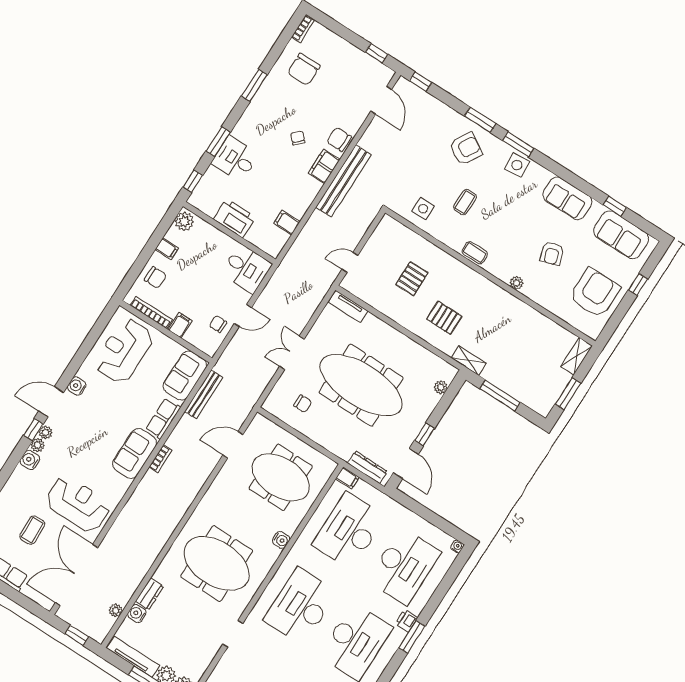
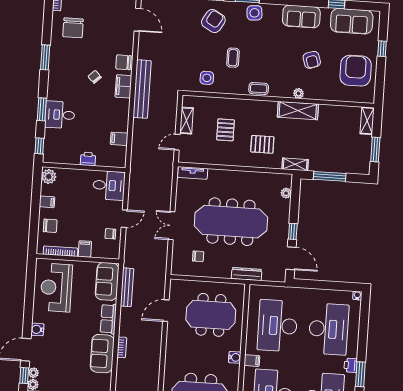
printer: (235, 218) -> (88, 159), width x0.53, depth x0.68
shelving: (374, 244) -> (187, 121), added
shelving: (505, 302) -> (298, 111), added
dresser: (367, 467) -> (247, 274), moved
filing cabinet: (347, 478) -> (252, 361), moved

